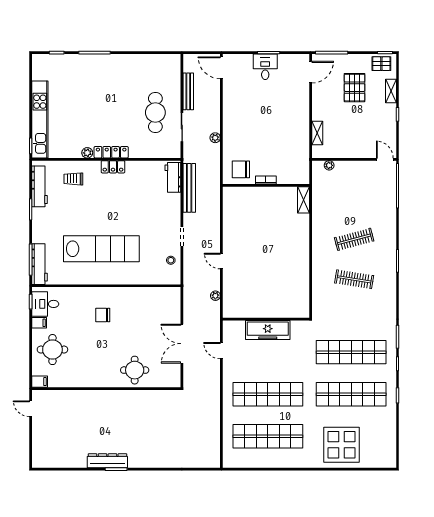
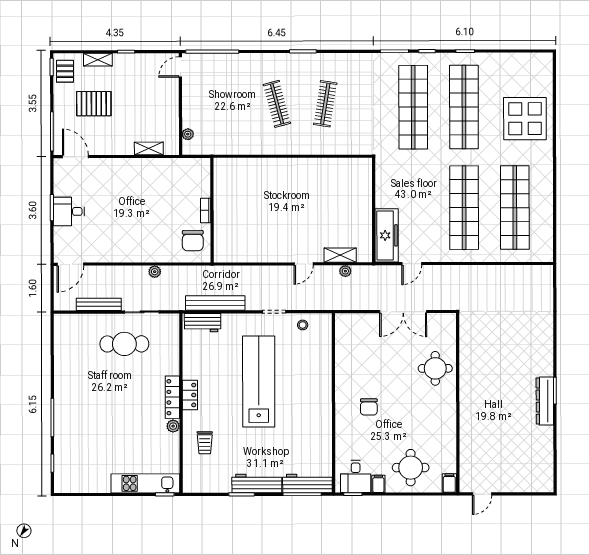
kitchen unit: (40, 119) -> (145, 483), width x0.73
workbench: (40, 186) -> (257, 483), moved
shelving: (304, 200) -> (340, 255), moved
lab bench: (101, 249) -> (259, 381), moved
freezer: (268, 330) -> (387, 235), moved

